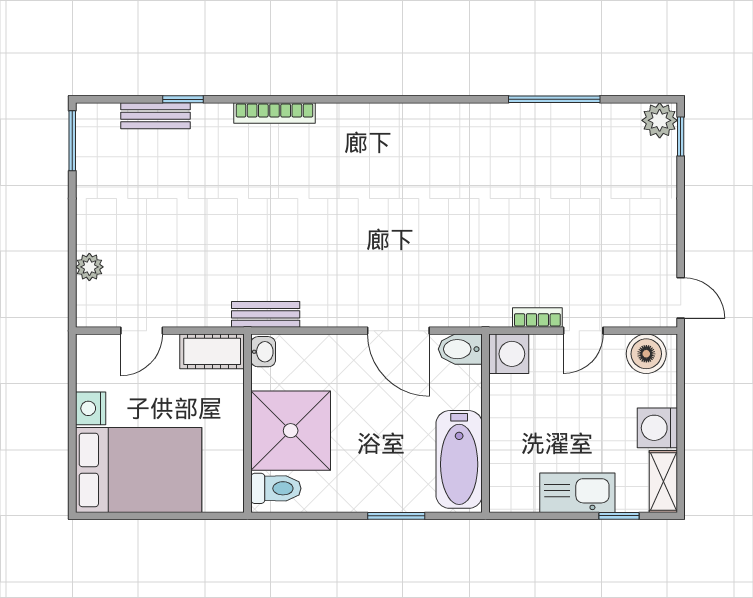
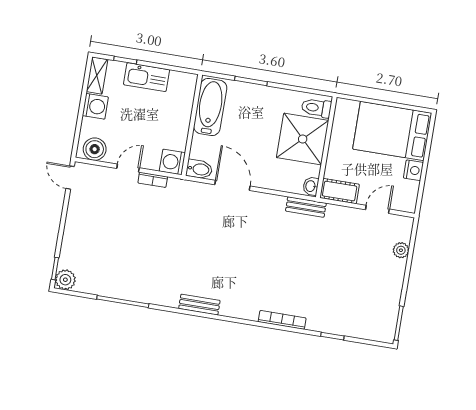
bench: (156, 116) -> (199, 305), moved

